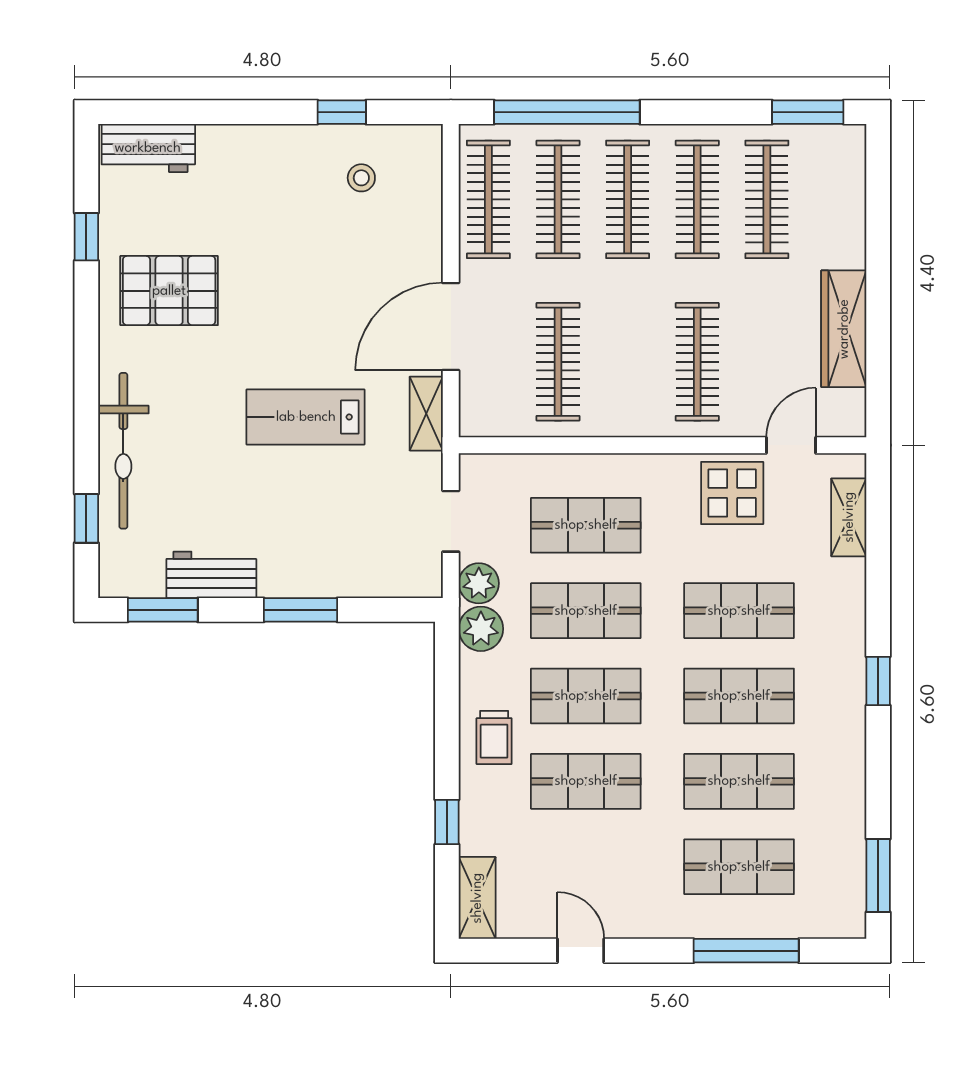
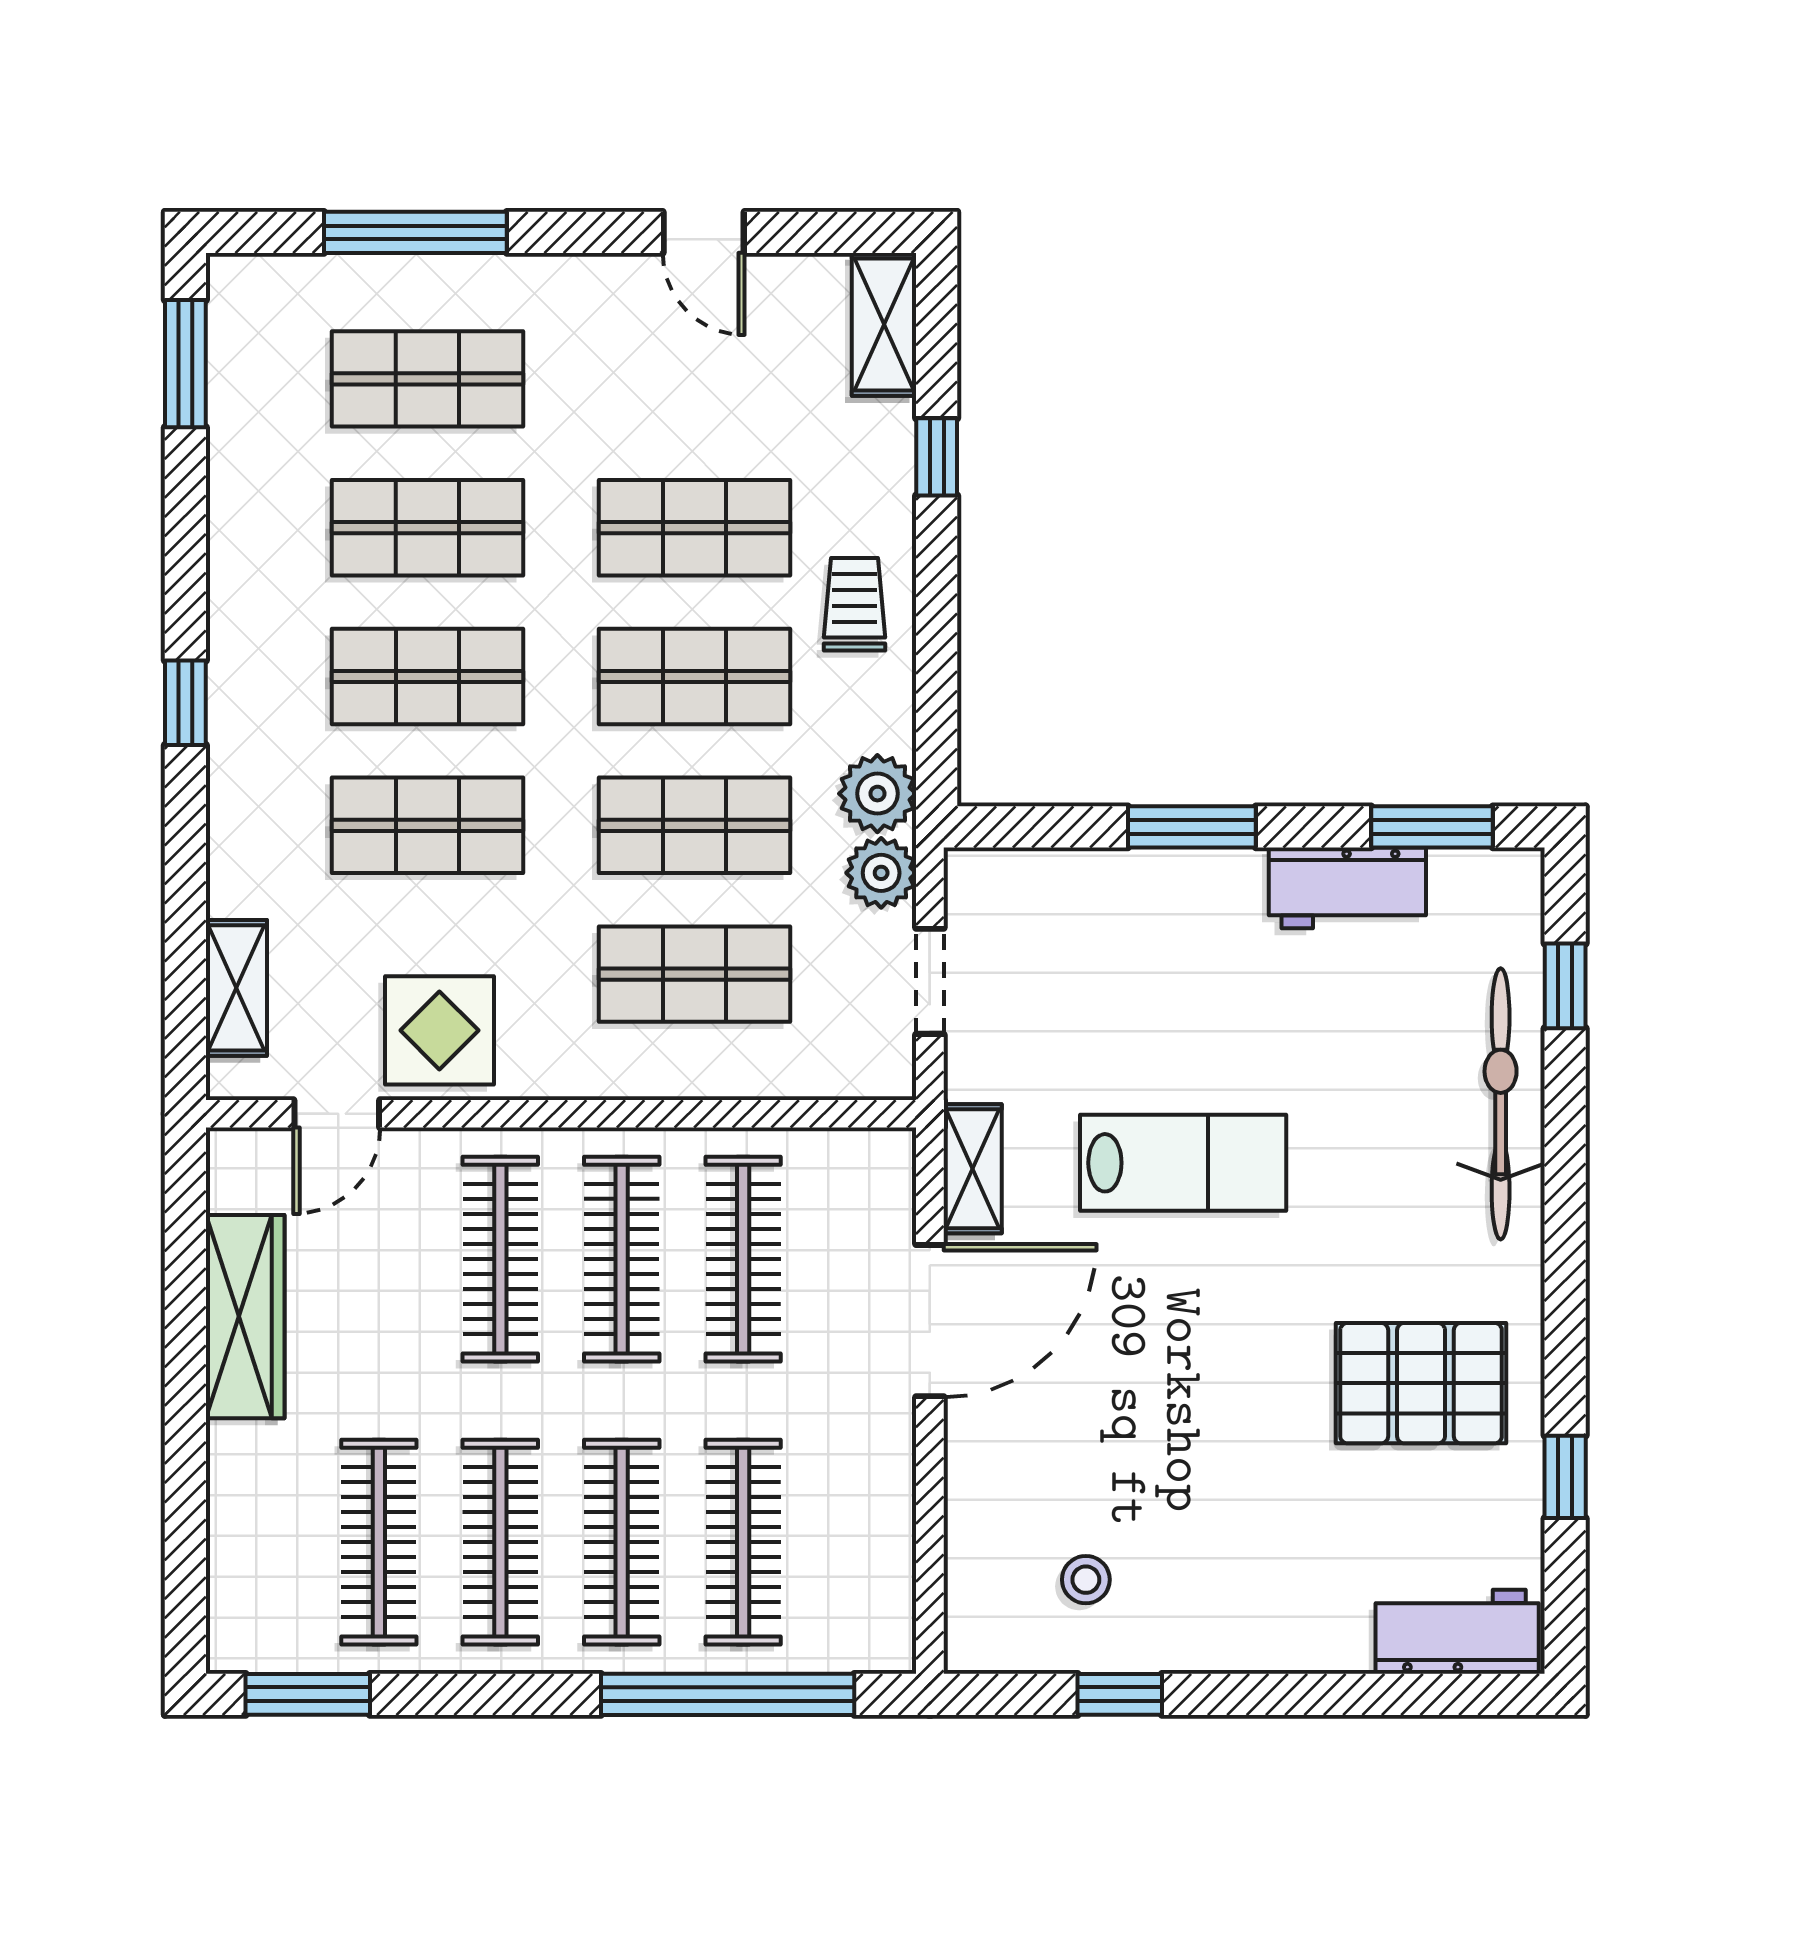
clothes rail: (488, 199) -> (622, 1259), moved

